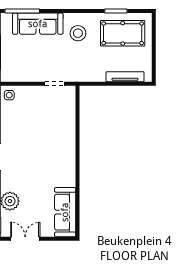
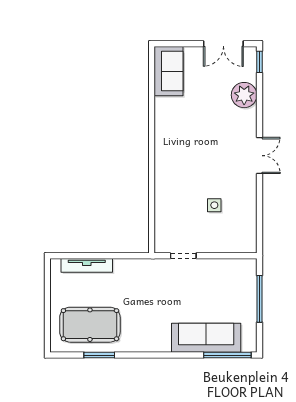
stool: (78, 33) -> (151, 325), removed
side table: (9, 95) -> (214, 205), moved
sofa: (65, 212) -> (169, 71), width x0.73

